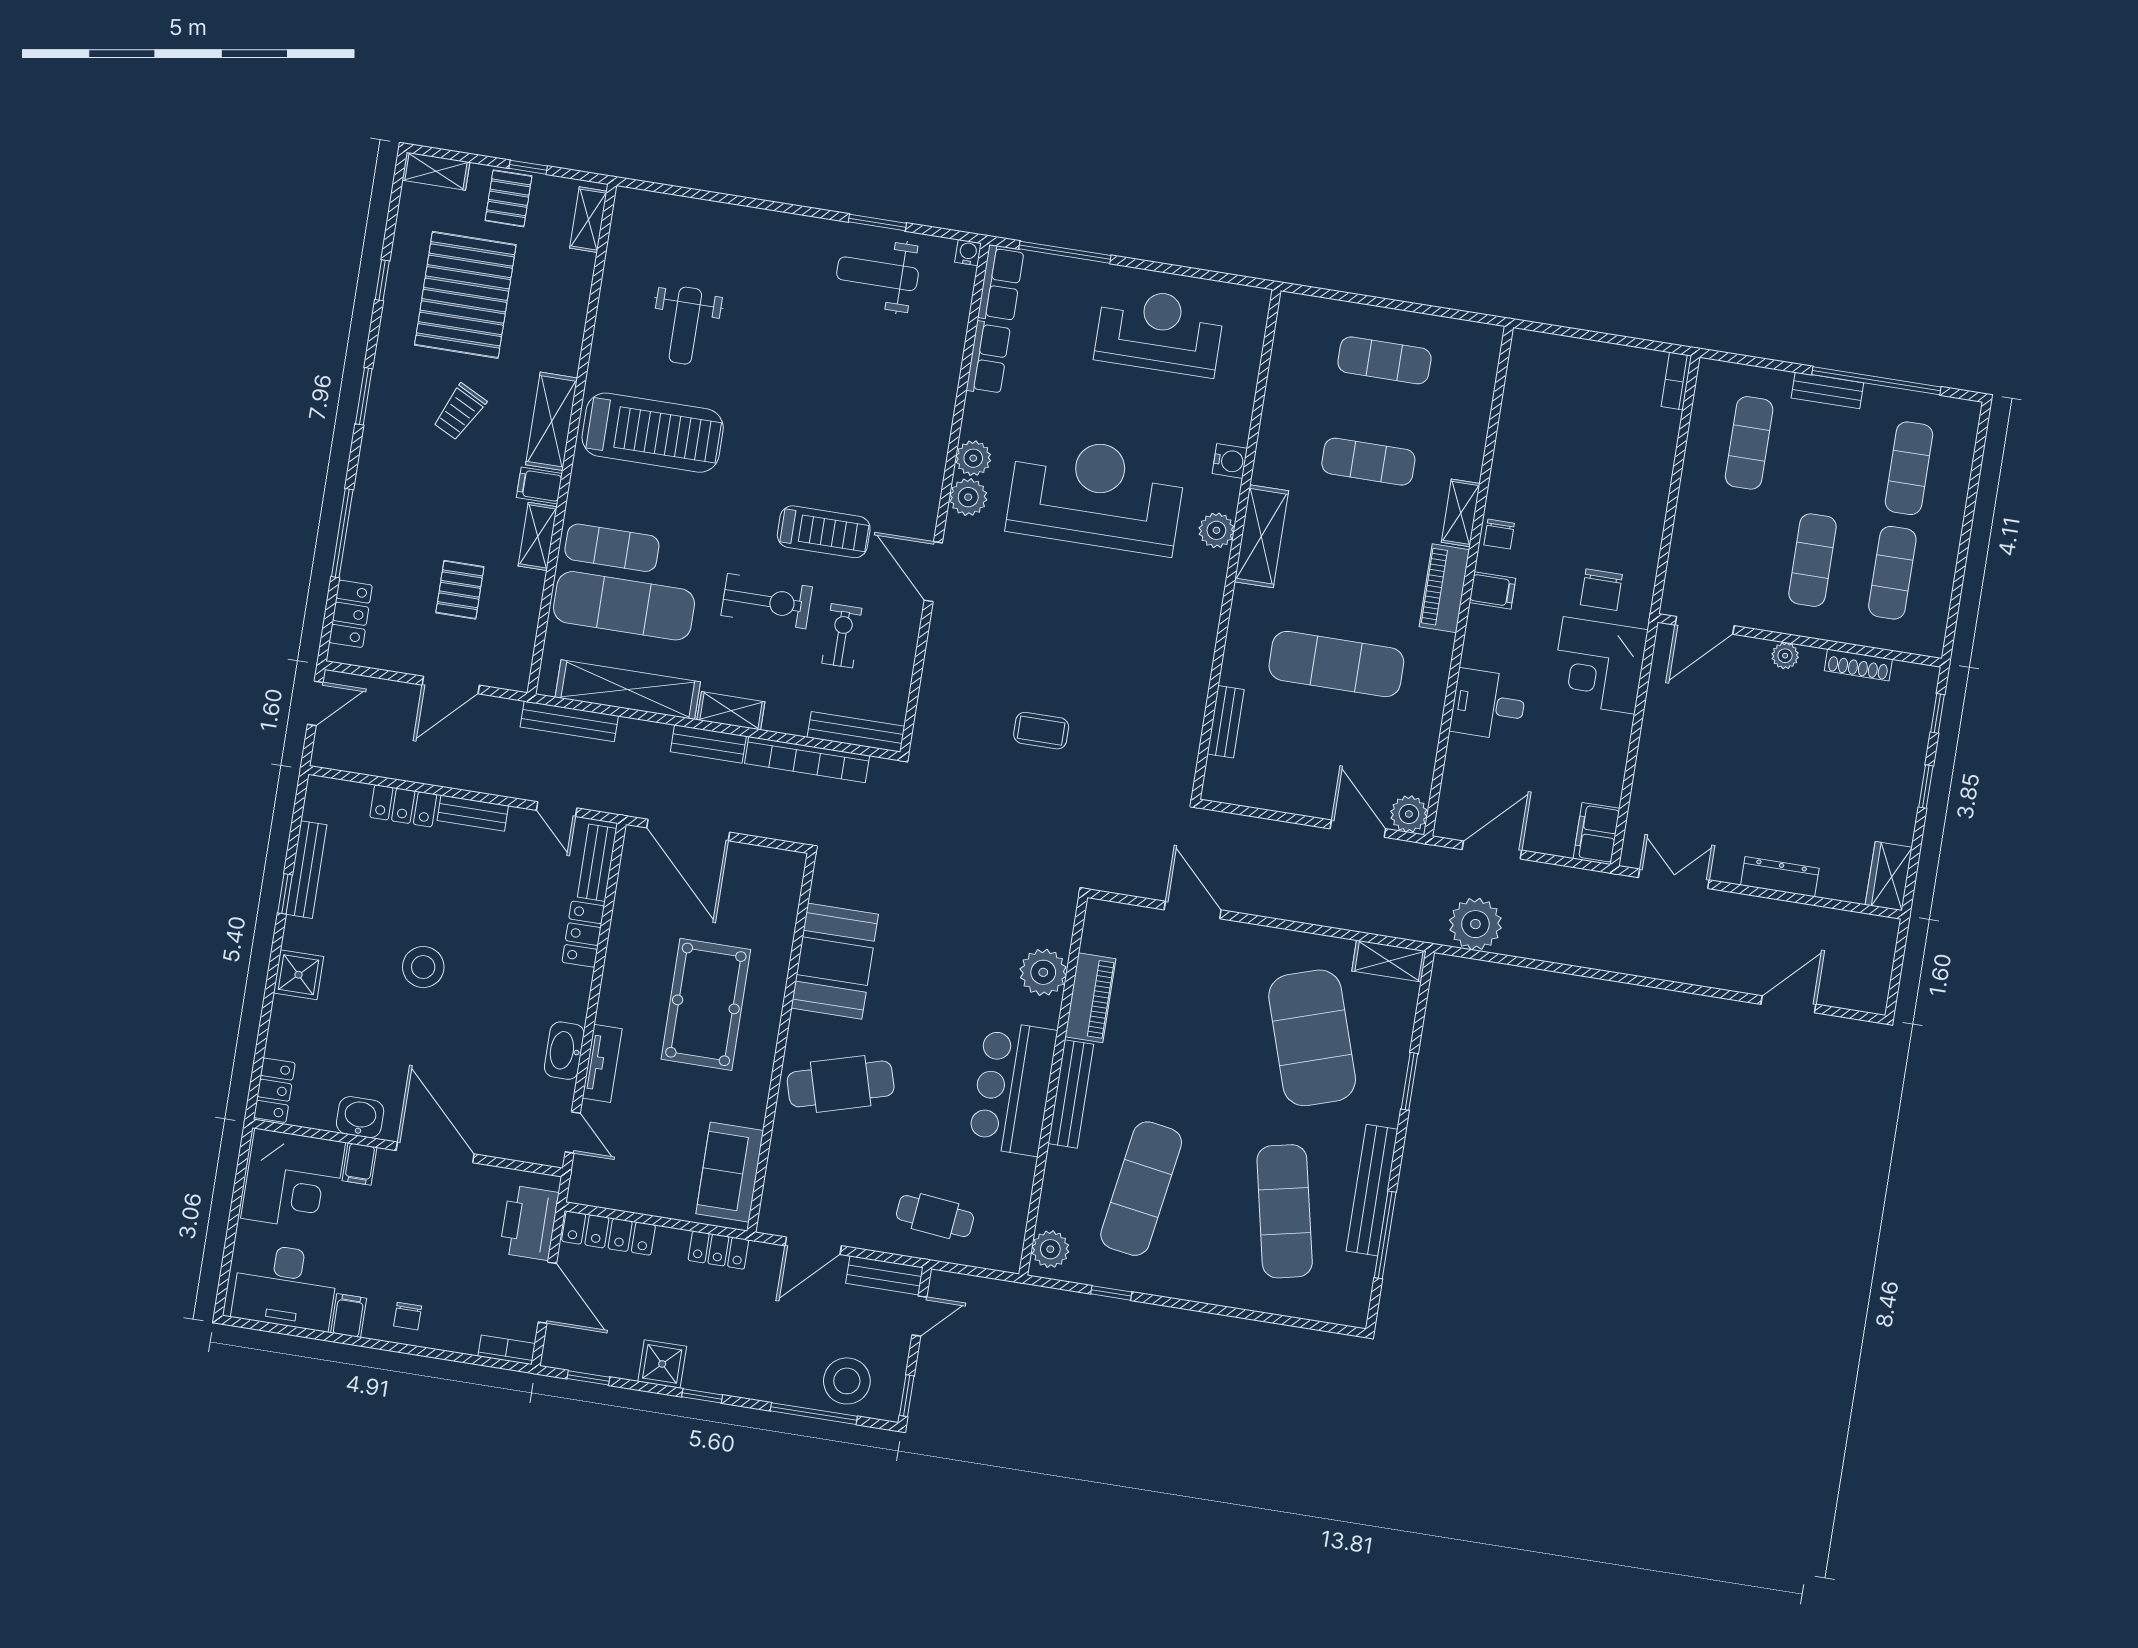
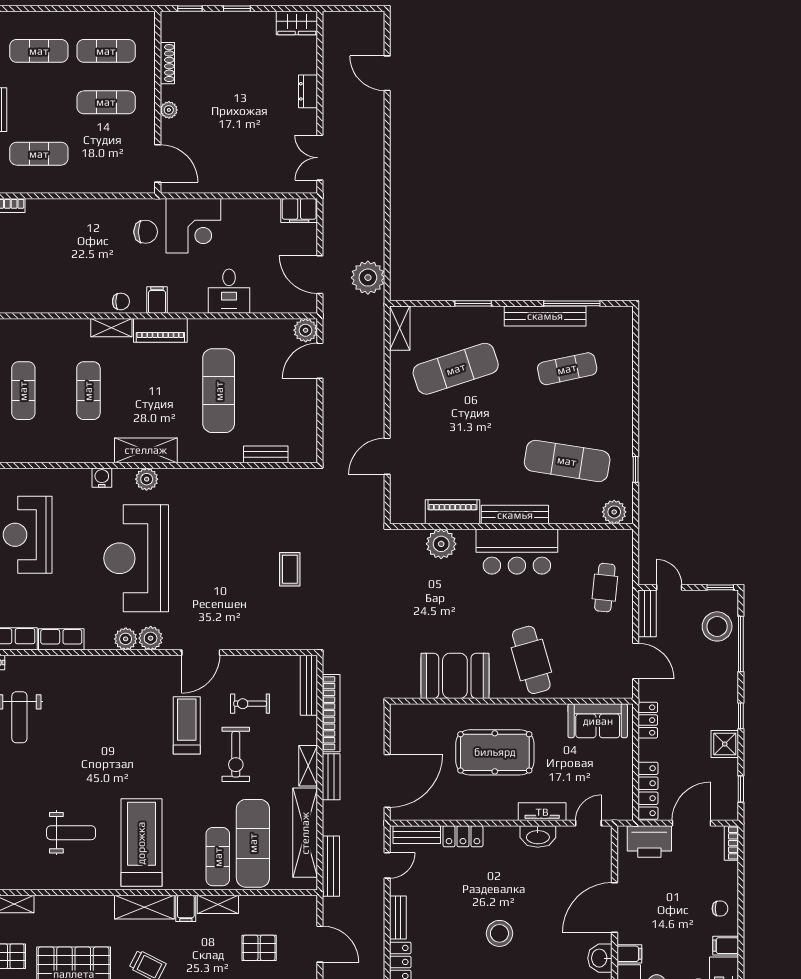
exercise bike: (767, 601) -> (236, 754), turned 180
dresser: (1780, 877) -> (308, 91), width x0.70
exercise mat: (1312, 1038) -> (456, 369), width x0.68
exercise mat: (1285, 1211) -> (567, 369), width x0.73, depth x0.69

